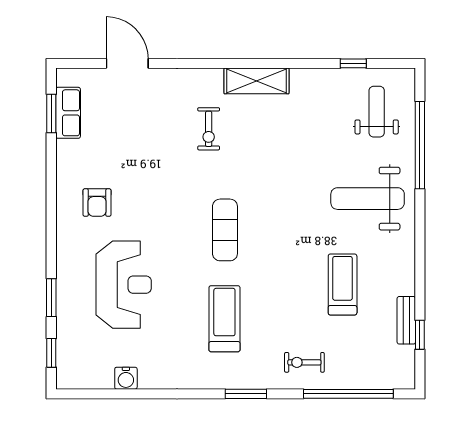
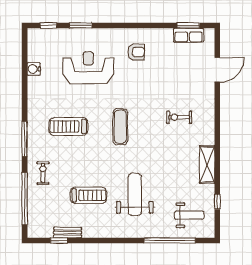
shelving: (257, 81) -> (207, 164), moved
weight bench: (368, 199) -> (135, 194), moved
armchair: (97, 203) -> (136, 52), turned 180
exercise mat: (225, 230) -> (120, 127), turned 90
reception desk: (124, 285) -> (88, 68), turned 180
treadmill: (224, 319) -> (68, 126), turned 180
window: (246, 394) -> (25, 139), width x1.44

